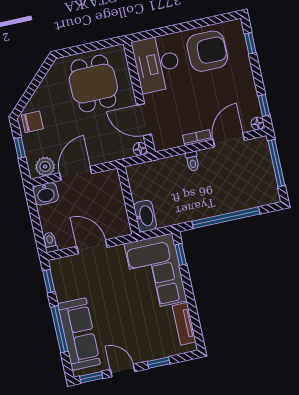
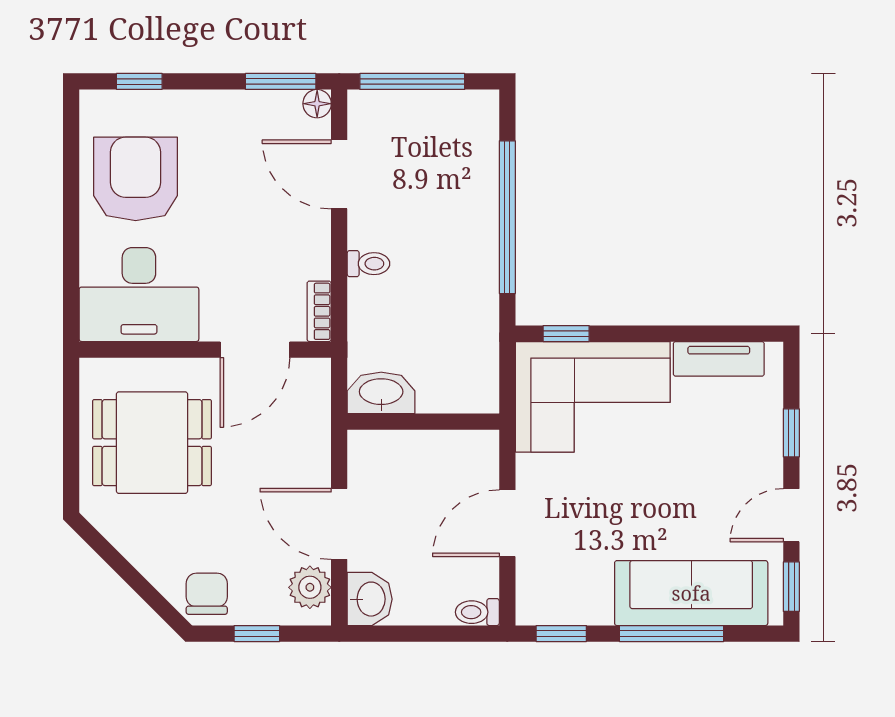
window: (264, 105) -> (281, 81), width x1.50
bookcase: (197, 138) -> (319, 311), moved
floor lamp: (140, 149) -> (316, 372), removed
washbasin: (145, 216) -> (381, 393), moved

